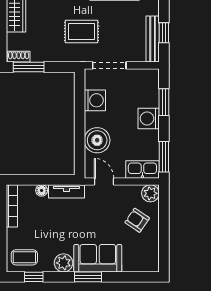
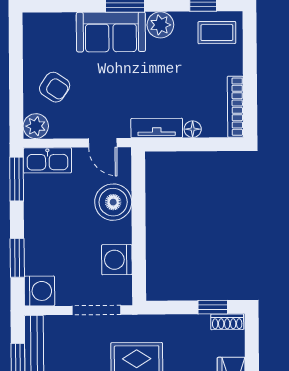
window: (29, 67) -> (213, 307), width x0.67
washing machine: (149, 118) -> (39, 291), moved

